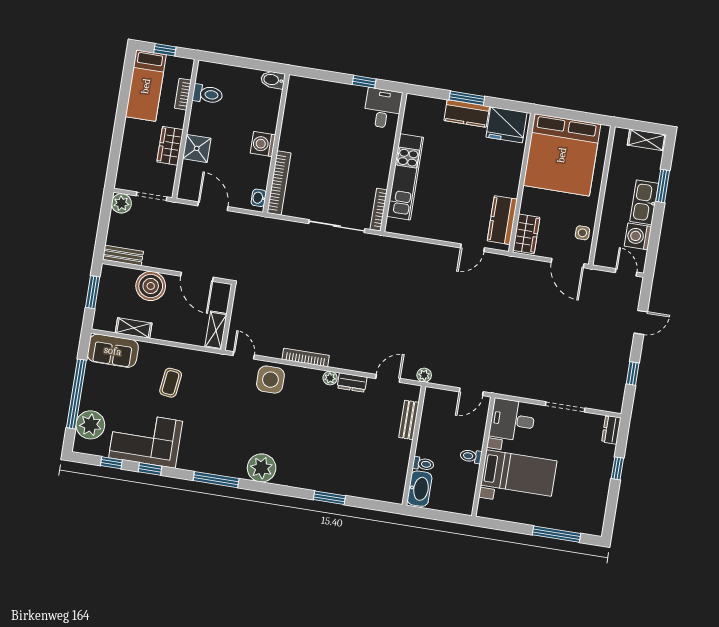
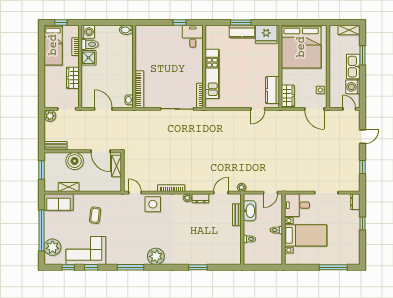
washing machine: (263, 144) -> (88, 32), moved, turned 180
shower: (197, 148) -> (88, 58), moved
shelving: (216, 330) -> (117, 166), moved
washbasin: (420, 489) -> (249, 211), moved

